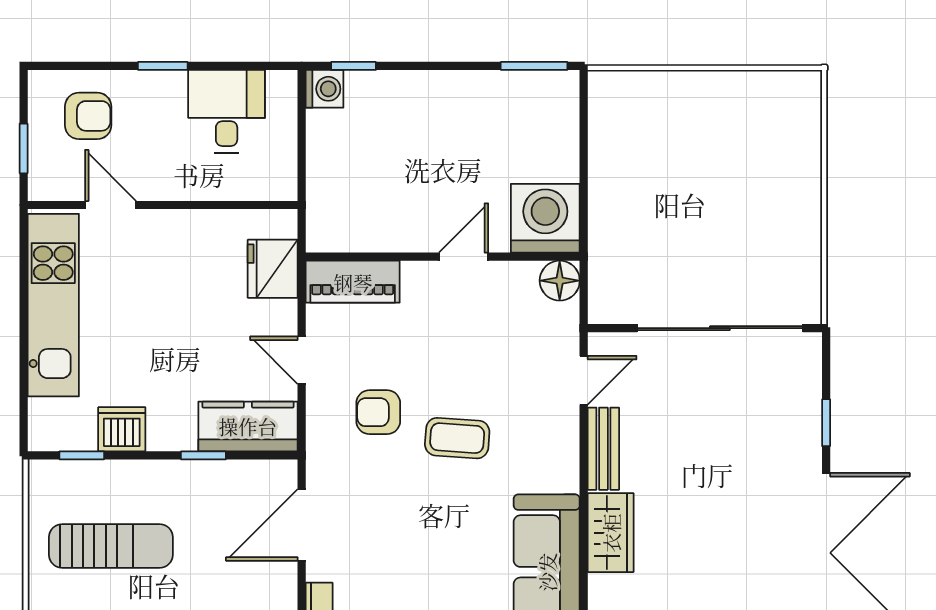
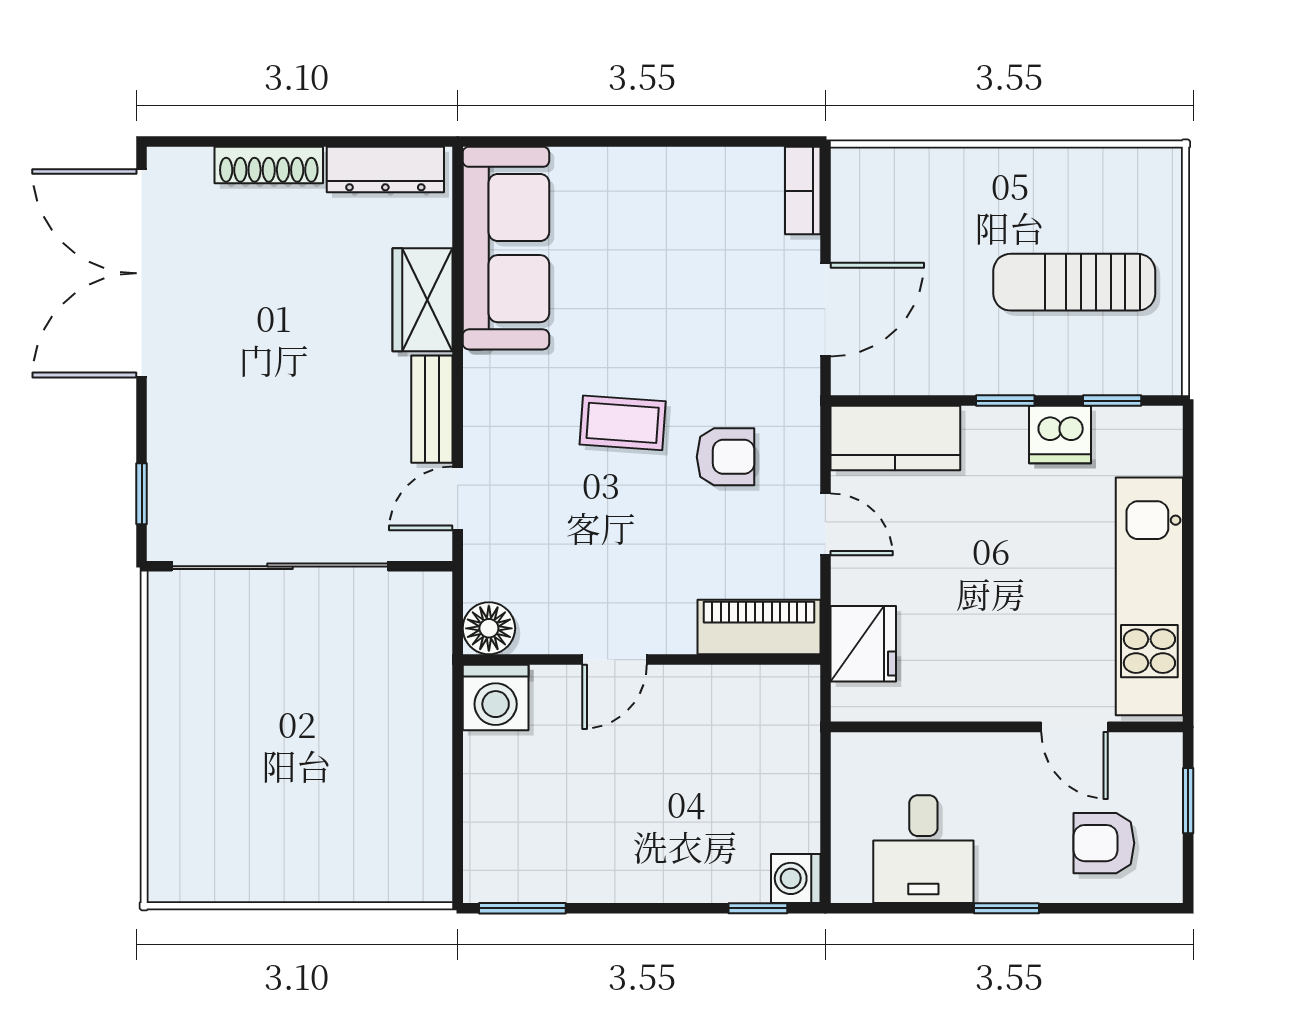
washing machine: (545, 218) -> (496, 698), width x0.73, depth x0.73
window: (826, 423) -> (142, 494), moved
window: (203, 455) -> (1005, 401), moved

